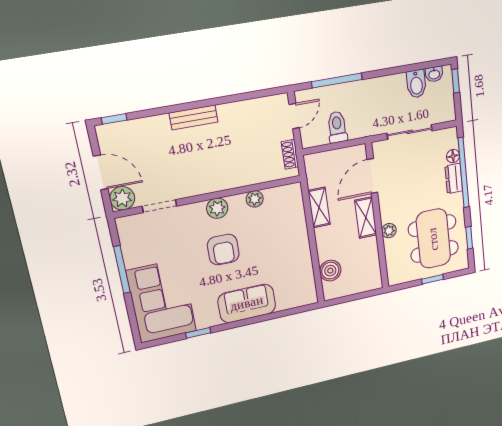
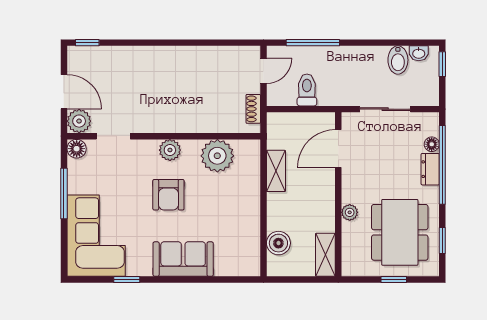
bench: (194, 117) -> (163, 55), removed
plant: (255, 199) -> (217, 156), width x1.87, depth x1.87
shelving: (366, 218) -> (325, 255), moved
floor lamp: (125, 225) -> (77, 149), added

